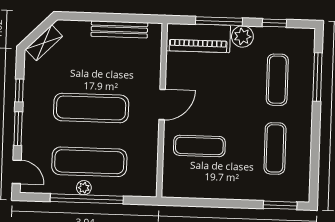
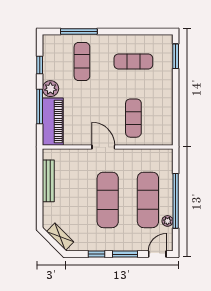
exercise mat: (277, 80) -> (82, 62), turned 90
plant: (84, 188) -> (167, 221), moved

